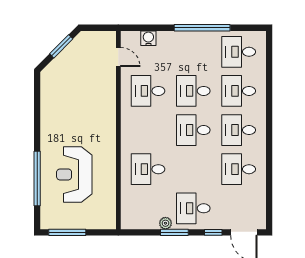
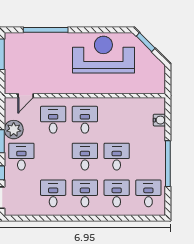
window: (61, 46) -> (146, 42), moved
door: (118, 57) -> (26, 96), moved
desk: (148, 91) -> (85, 120), moved
reception desk: (74, 174) -> (103, 55), moved, width x1.36, depth x1.30
plant: (165, 223) -> (14, 130), width x1.88, depth x1.88

